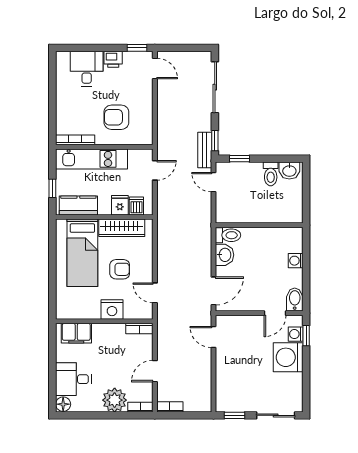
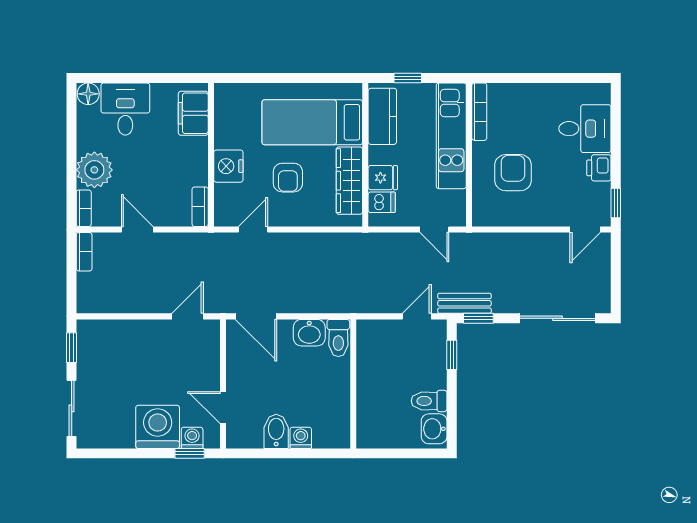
bidet: (295, 299) -> (276, 431), moved, turned -90

